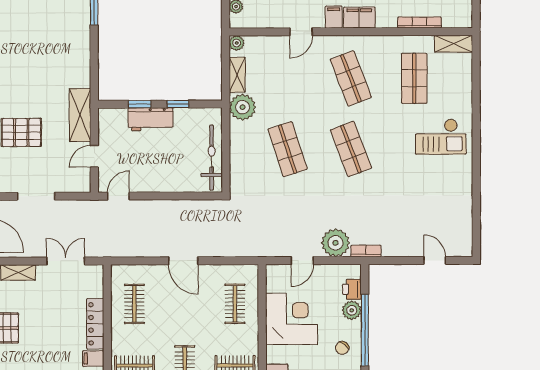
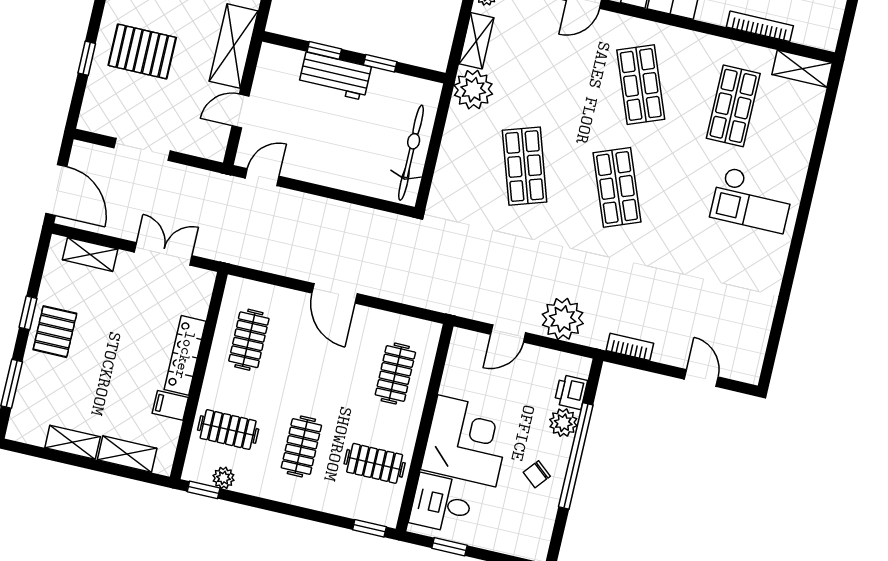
bookcase: (366, 251) -> (630, 347), moved
corner desk: (291, 319) -> (467, 441), moved

